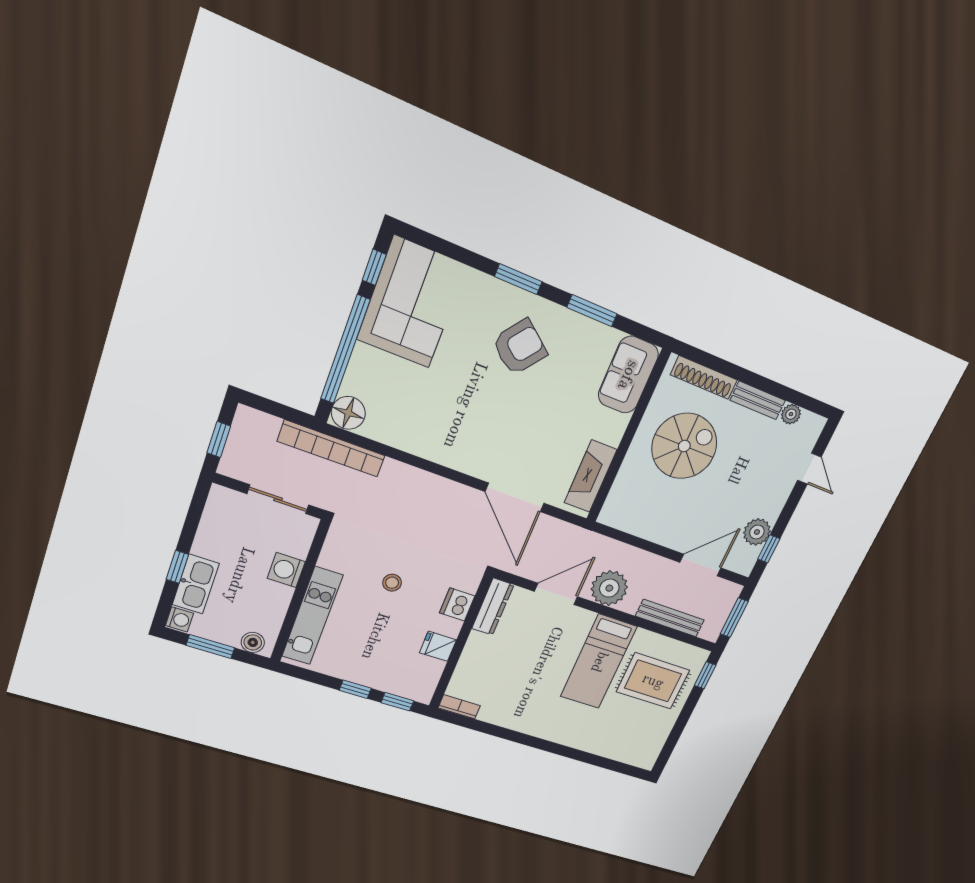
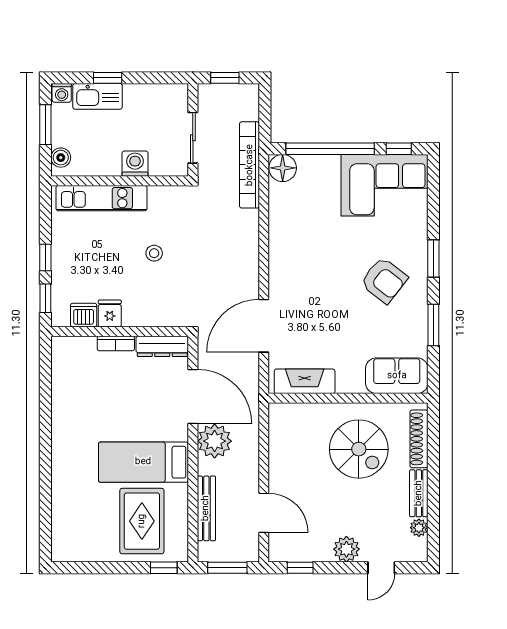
plant: (757, 532) -> (346, 549), moved
door: (556, 594) -> (193, 396), width x1.36
dishwasher: (457, 604) -> (84, 315), moved
bookcase: (459, 707) -> (116, 344), moved, turned 90

